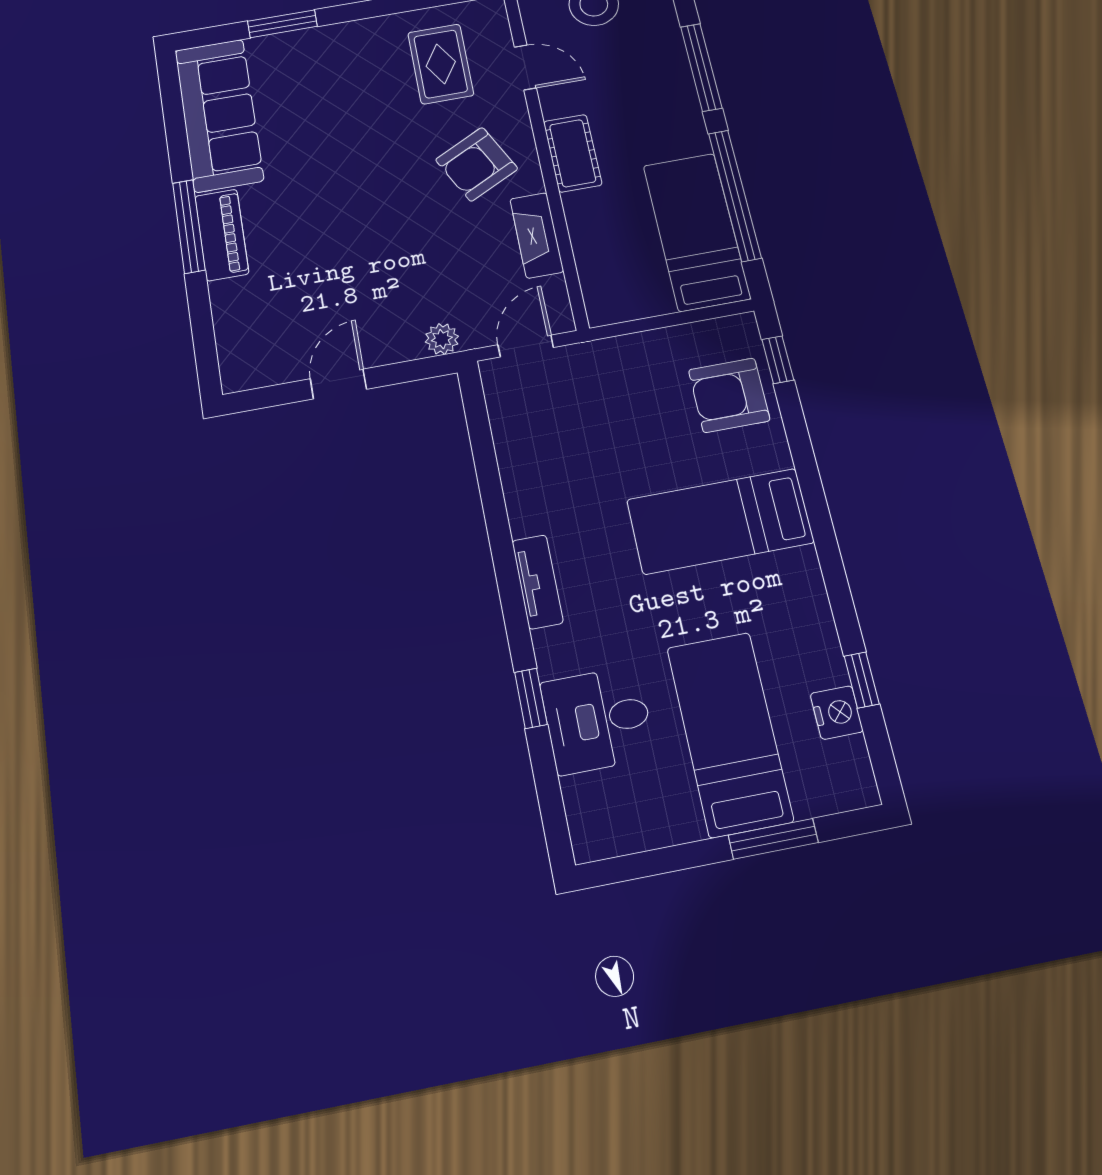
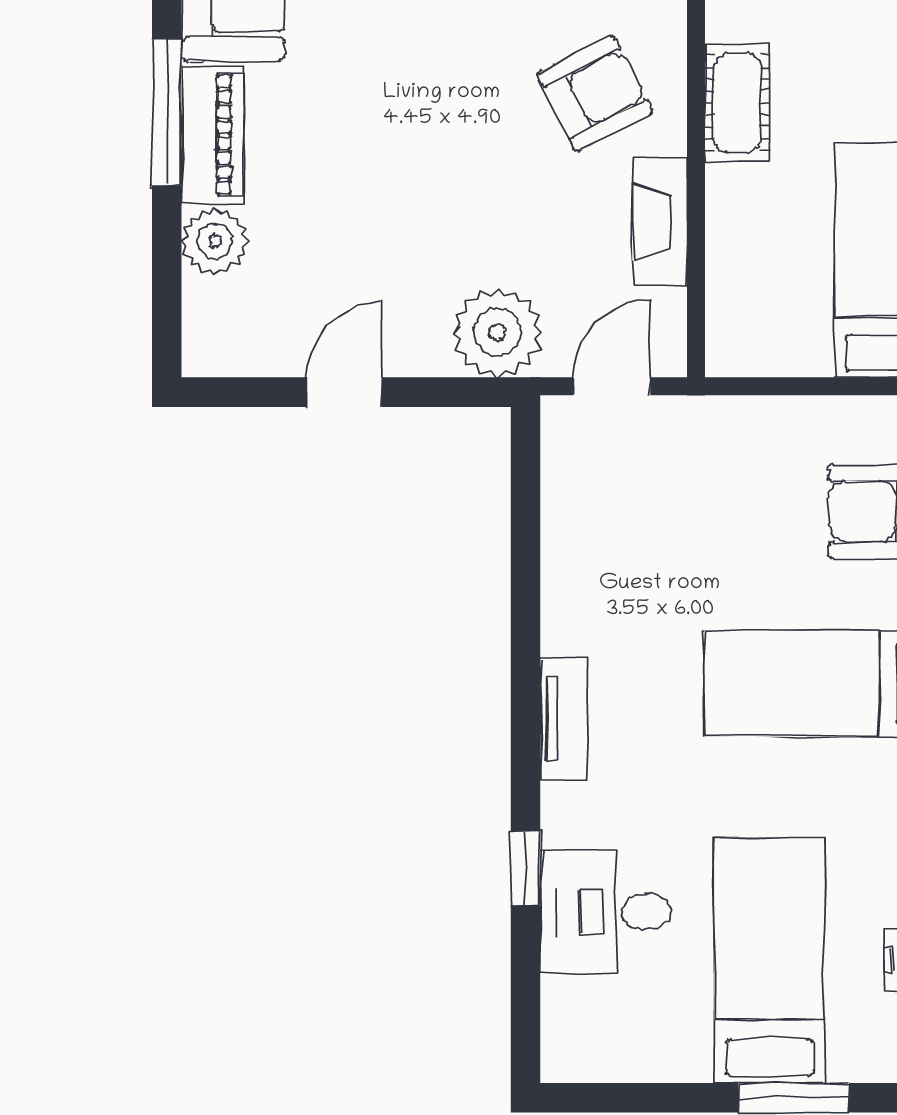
armchair: (477, 164) -> (595, 94), turned 180
plant: (233, 302) -> (215, 241), added
plant: (442, 339) -> (498, 332), width x1.88, depth x1.88

